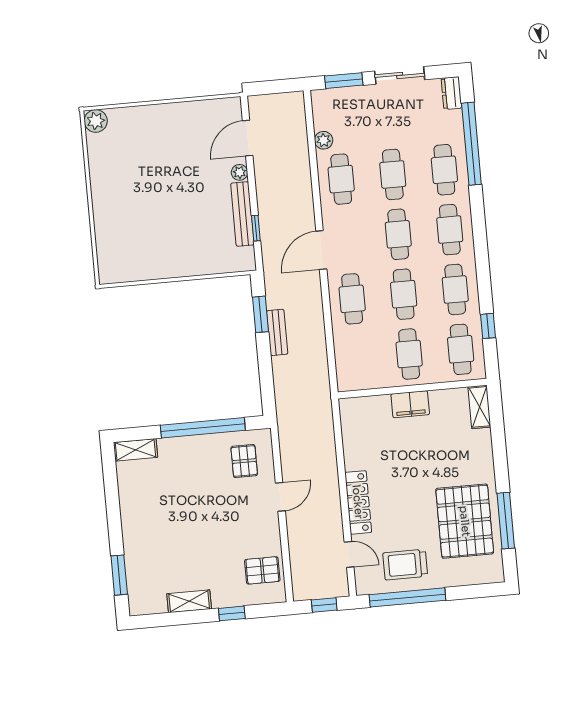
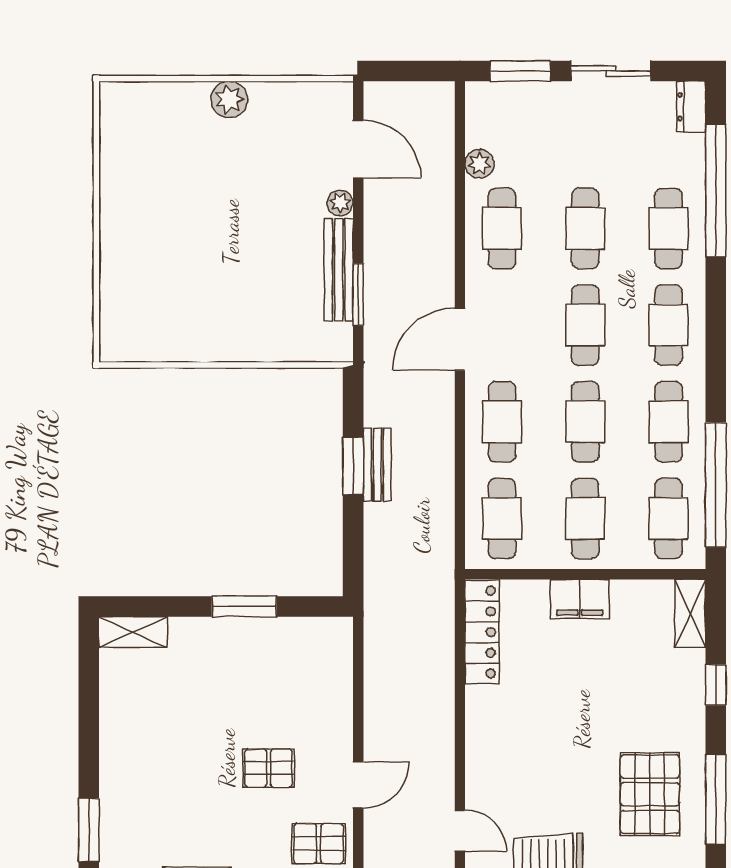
plant: (96, 121) -> (229, 100), moved
door: (248, 138) -> (358, 149), swing flipped
window: (256, 228) -> (358, 295), width x1.50
window: (261, 314) -> (353, 466), moved
window: (488, 326) -> (716, 485), width x3.17
cafe table: (358, 359) -> (502, 518), added
window: (203, 428) -> (244, 606), width x0.47
window: (499, 450) -> (716, 685), added
pallet: (244, 461) -> (268, 768), moved, turned 90
door: (280, 497) -> (358, 785), moved
locker: (358, 502) -> (482, 632), moved
pallet: (465, 521) -> (650, 794), width x0.73, depth x0.71

